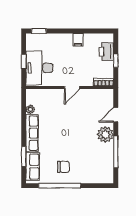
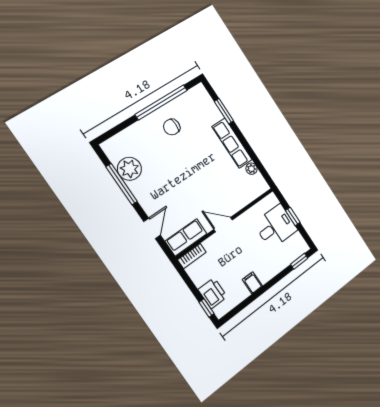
window: (116, 61) -> (207, 308), moved
desk: (39, 68) -> (276, 226), width x0.73
door: (72, 88) -> (223, 225), hinge flipped
plant: (105, 134) -> (129, 169), moved
row of seats: (33, 167) -> (186, 237), moved, turned 90

